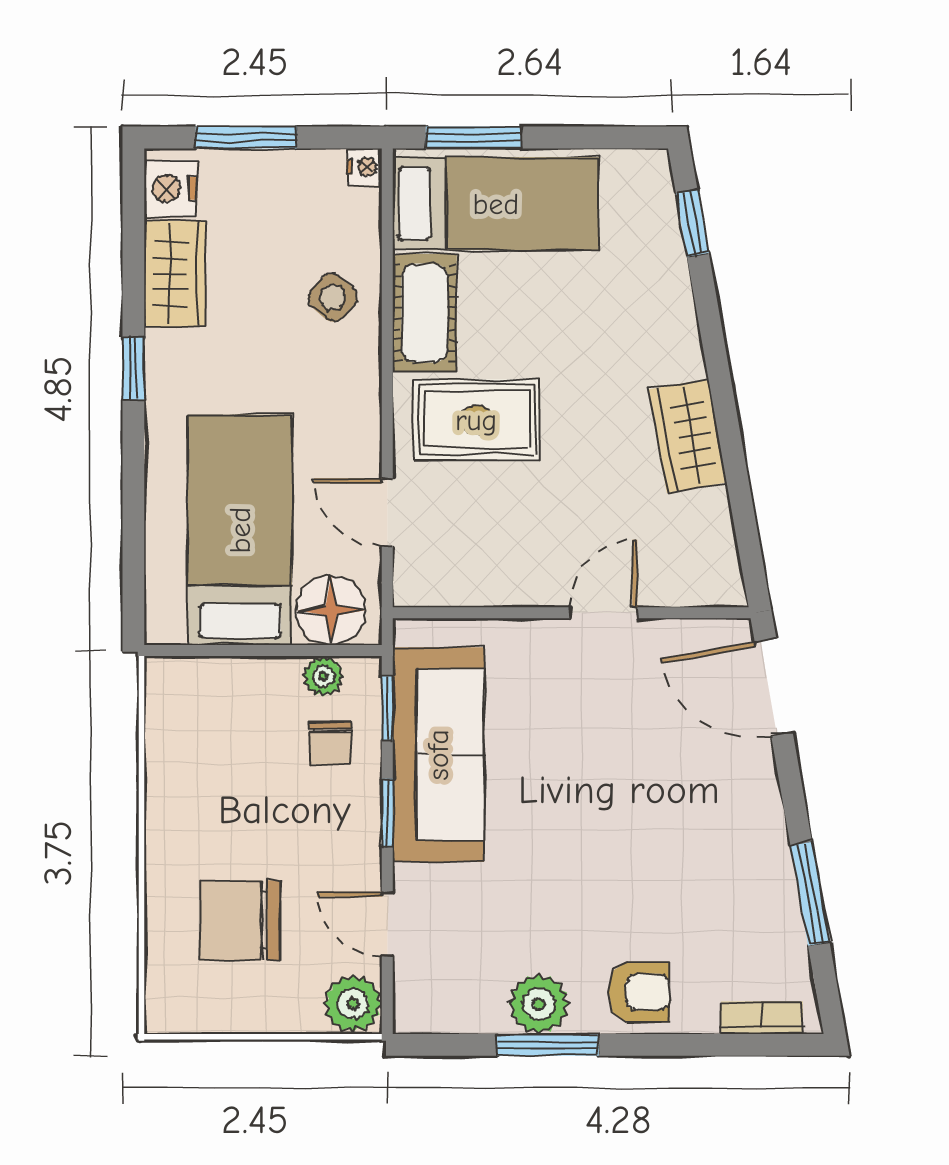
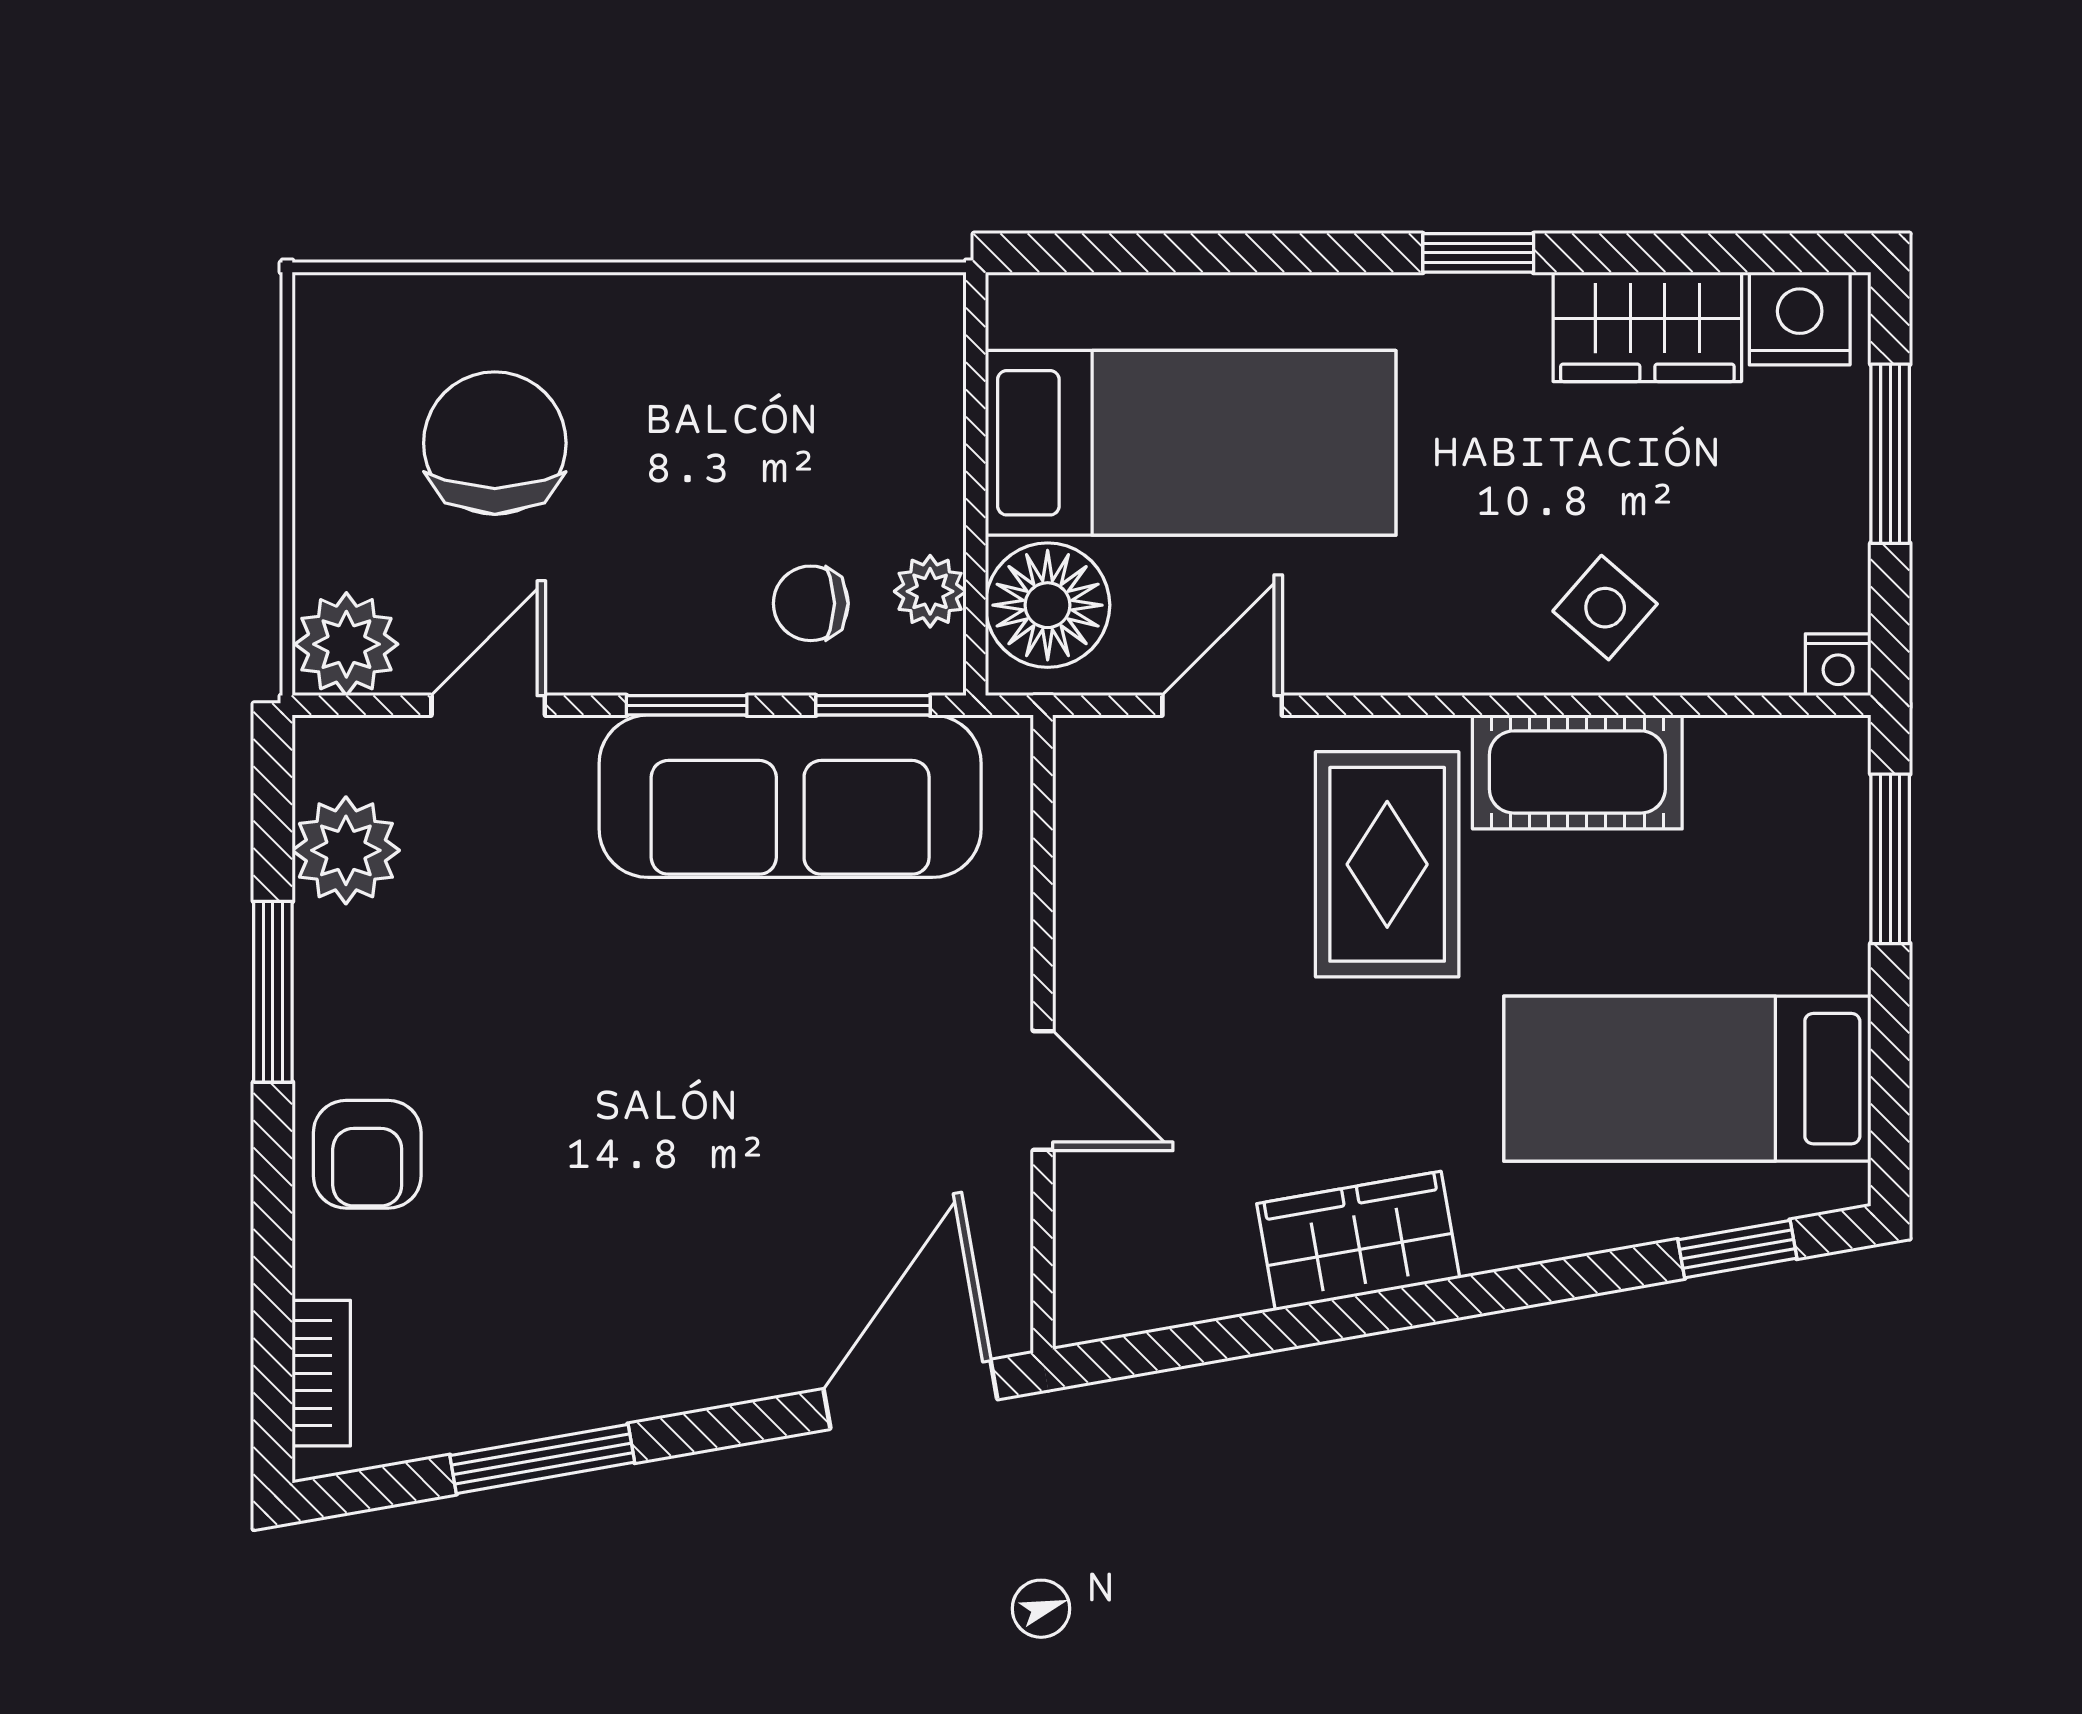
bed: (496, 204) -> (1687, 1079), moved, turned 90
plant: (539, 1004) -> (346, 850), moved

